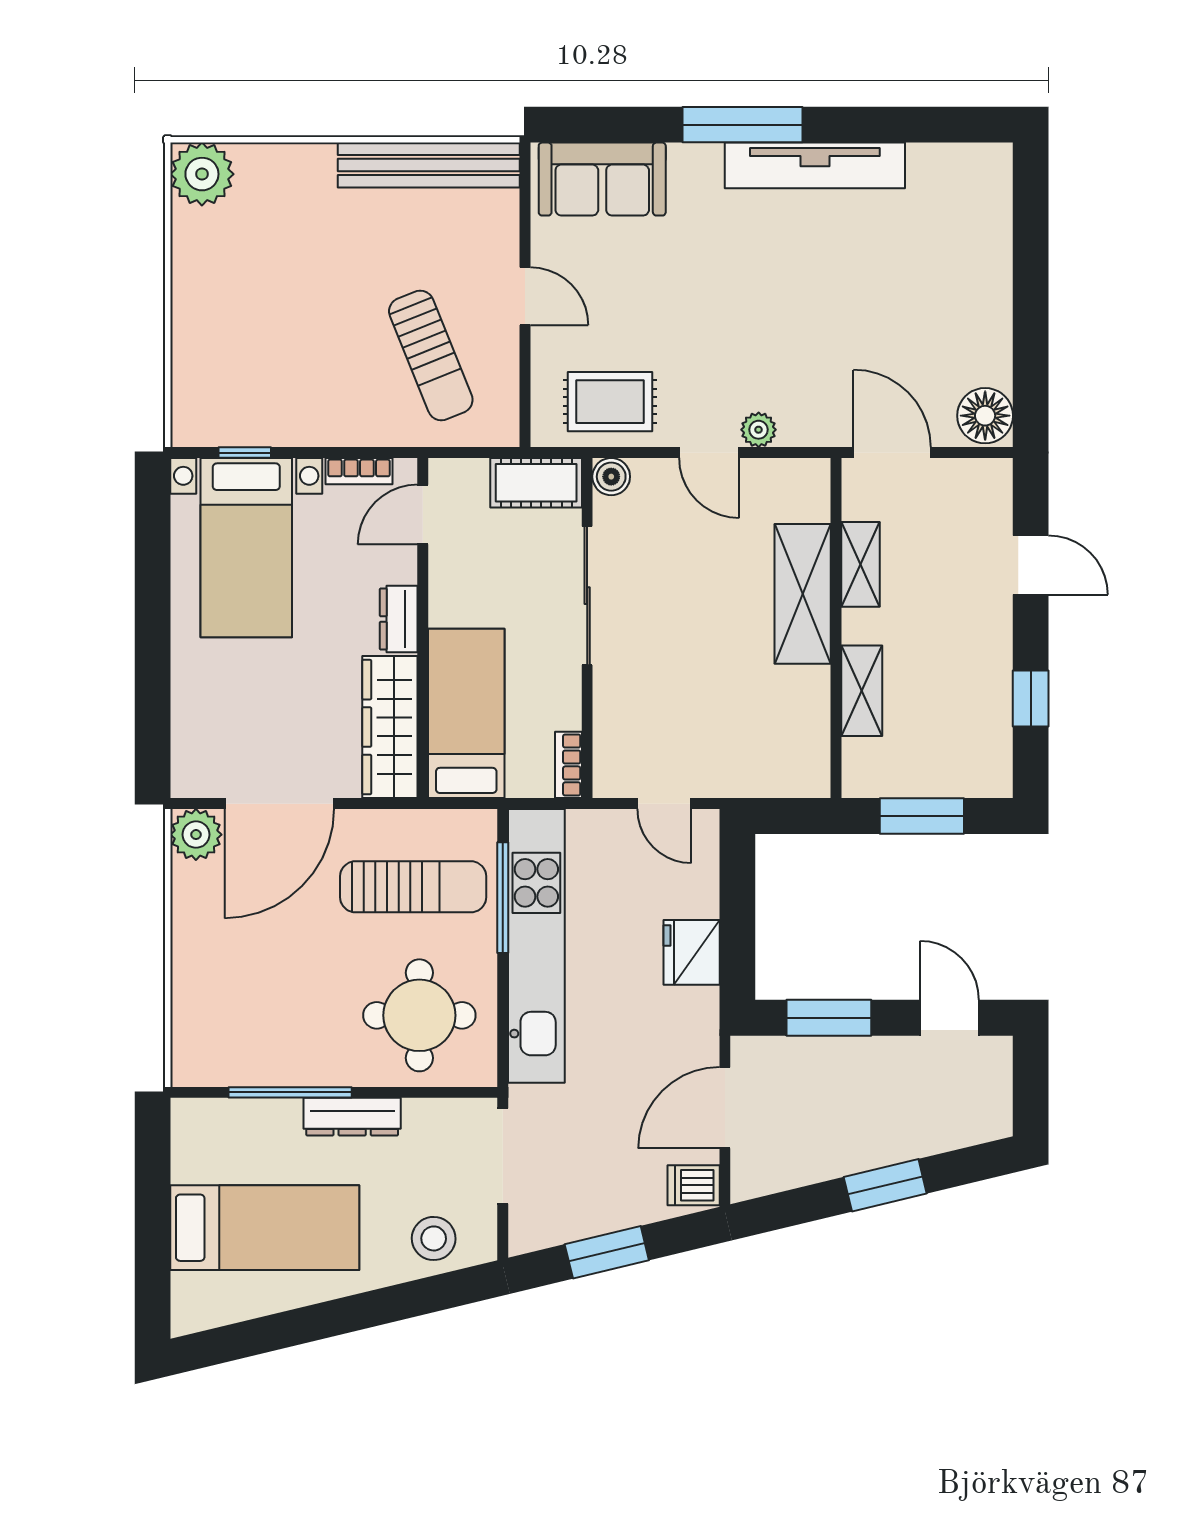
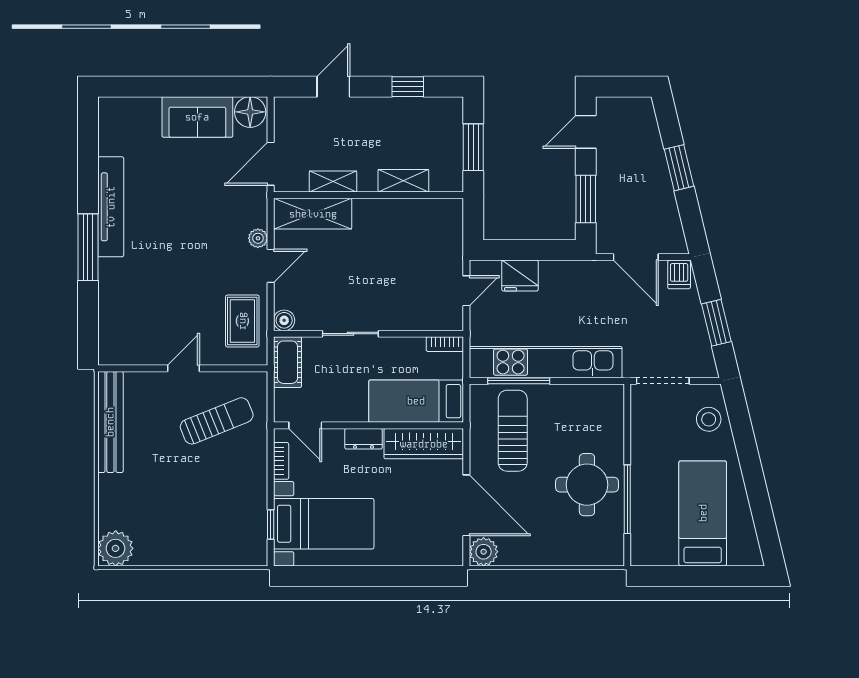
sofa: (602, 179) -> (197, 117), moved, turned 90
shelving: (803, 594) -> (313, 214), moved
sliding door: (587, 596) -> (350, 334), width x0.73
fridge: (692, 952) -> (520, 276), moved
round table: (419, 1015) -> (587, 485), moved
dresser: (352, 1117) -> (641, 465), removed

